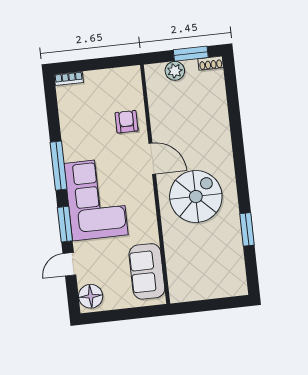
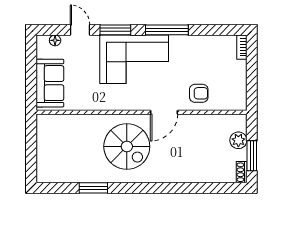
sofa: (147, 271) -> (50, 83), moved, turned 90
floor lamp: (91, 296) -> (55, 40), width x0.53, depth x0.53

